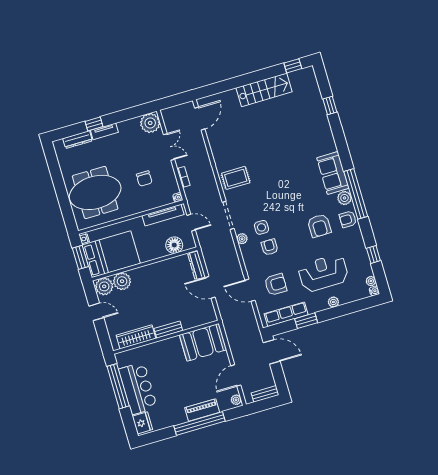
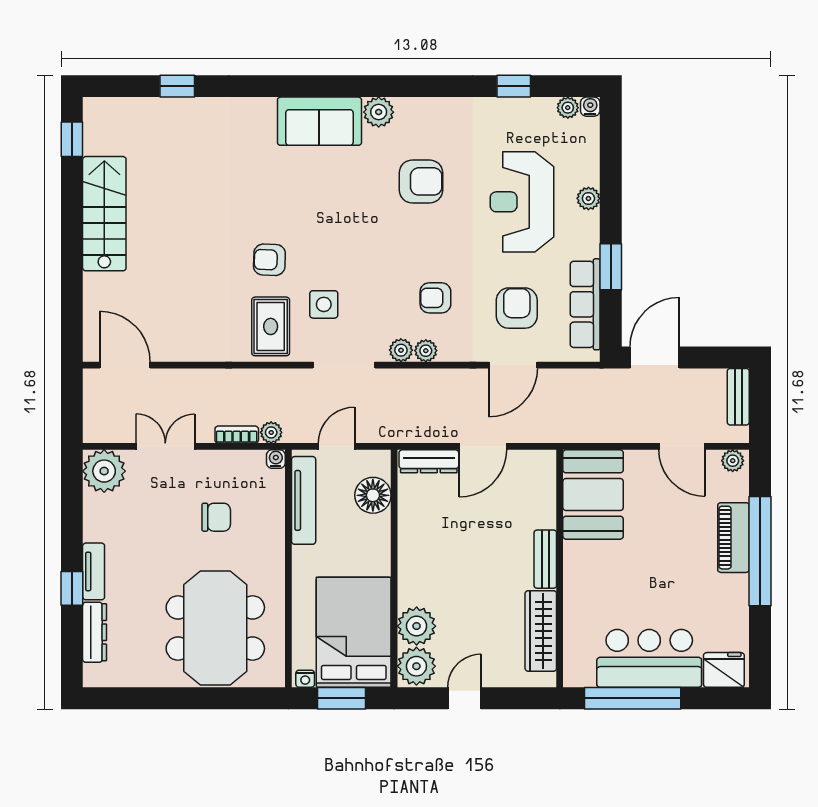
plant: (189, 192) -> (271, 432), added
window: (356, 194) -> (377, 86), removed
armchair: (348, 219) -> (269, 260), moved, turned 92
side table: (261, 227) -> (324, 304), moved
plant: (245, 250) -> (426, 351), added

